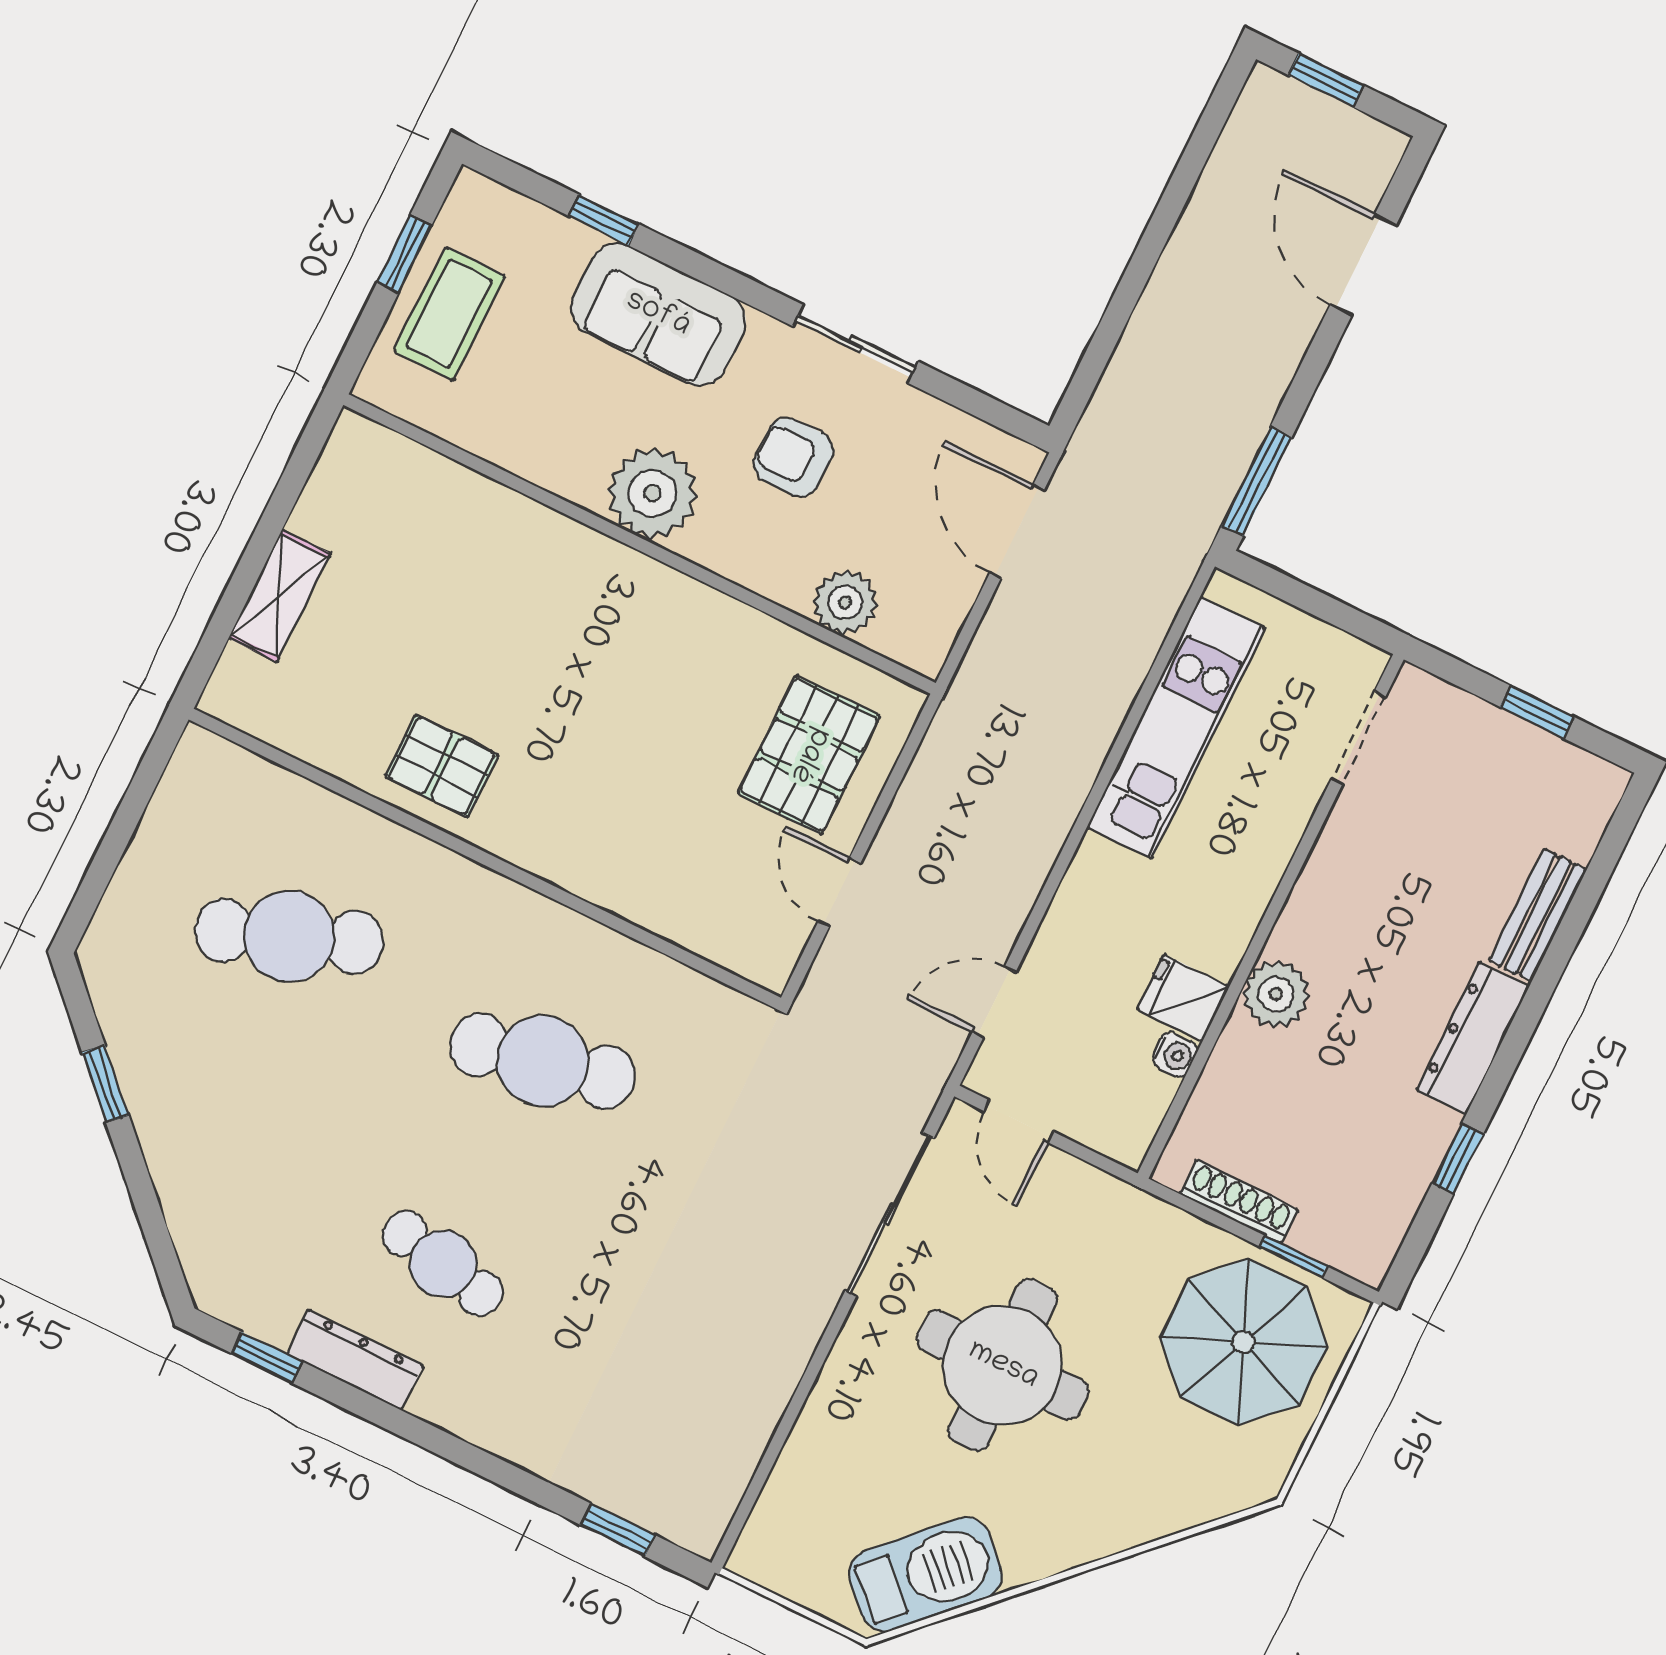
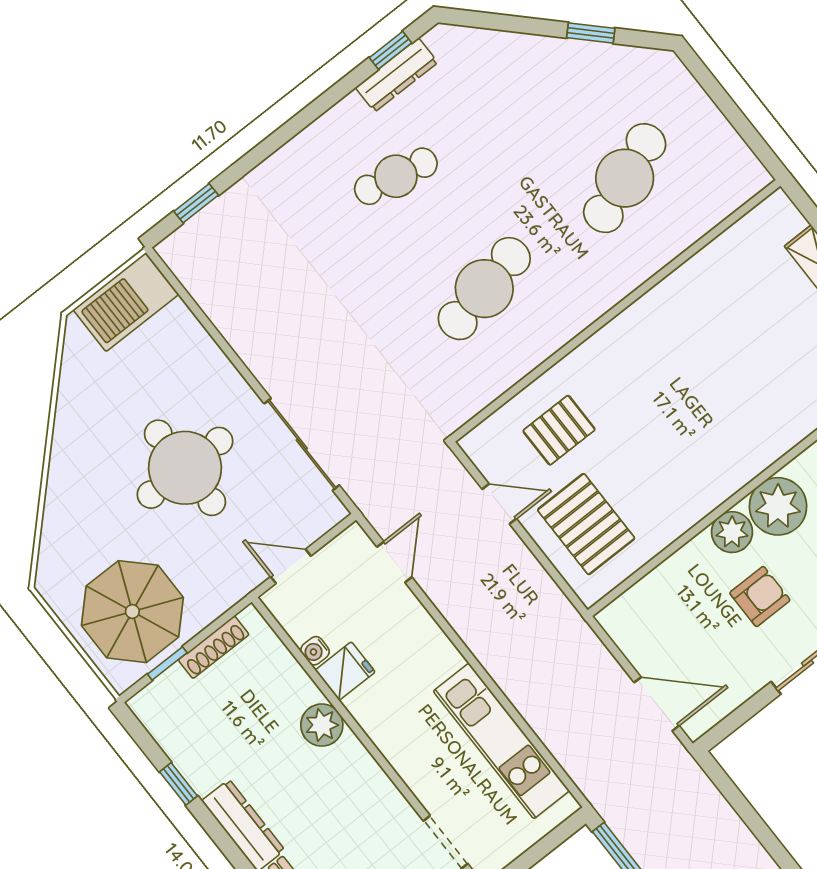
plant: (845, 603) -> (732, 532), moved
pallet: (442, 766) -> (559, 430), moved
door: (1019, 1121) -> (291, 566), moved
dresser: (355, 1360) -> (397, 75), moved
barbecue: (926, 1574) -> (126, 302), moved, turned 45

